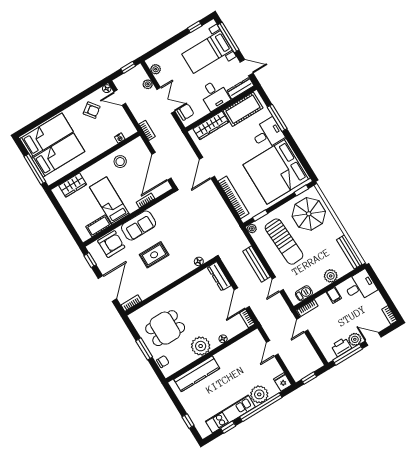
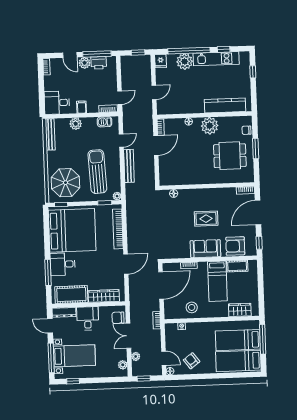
dresser: (219, 276) -> (164, 173), removed

